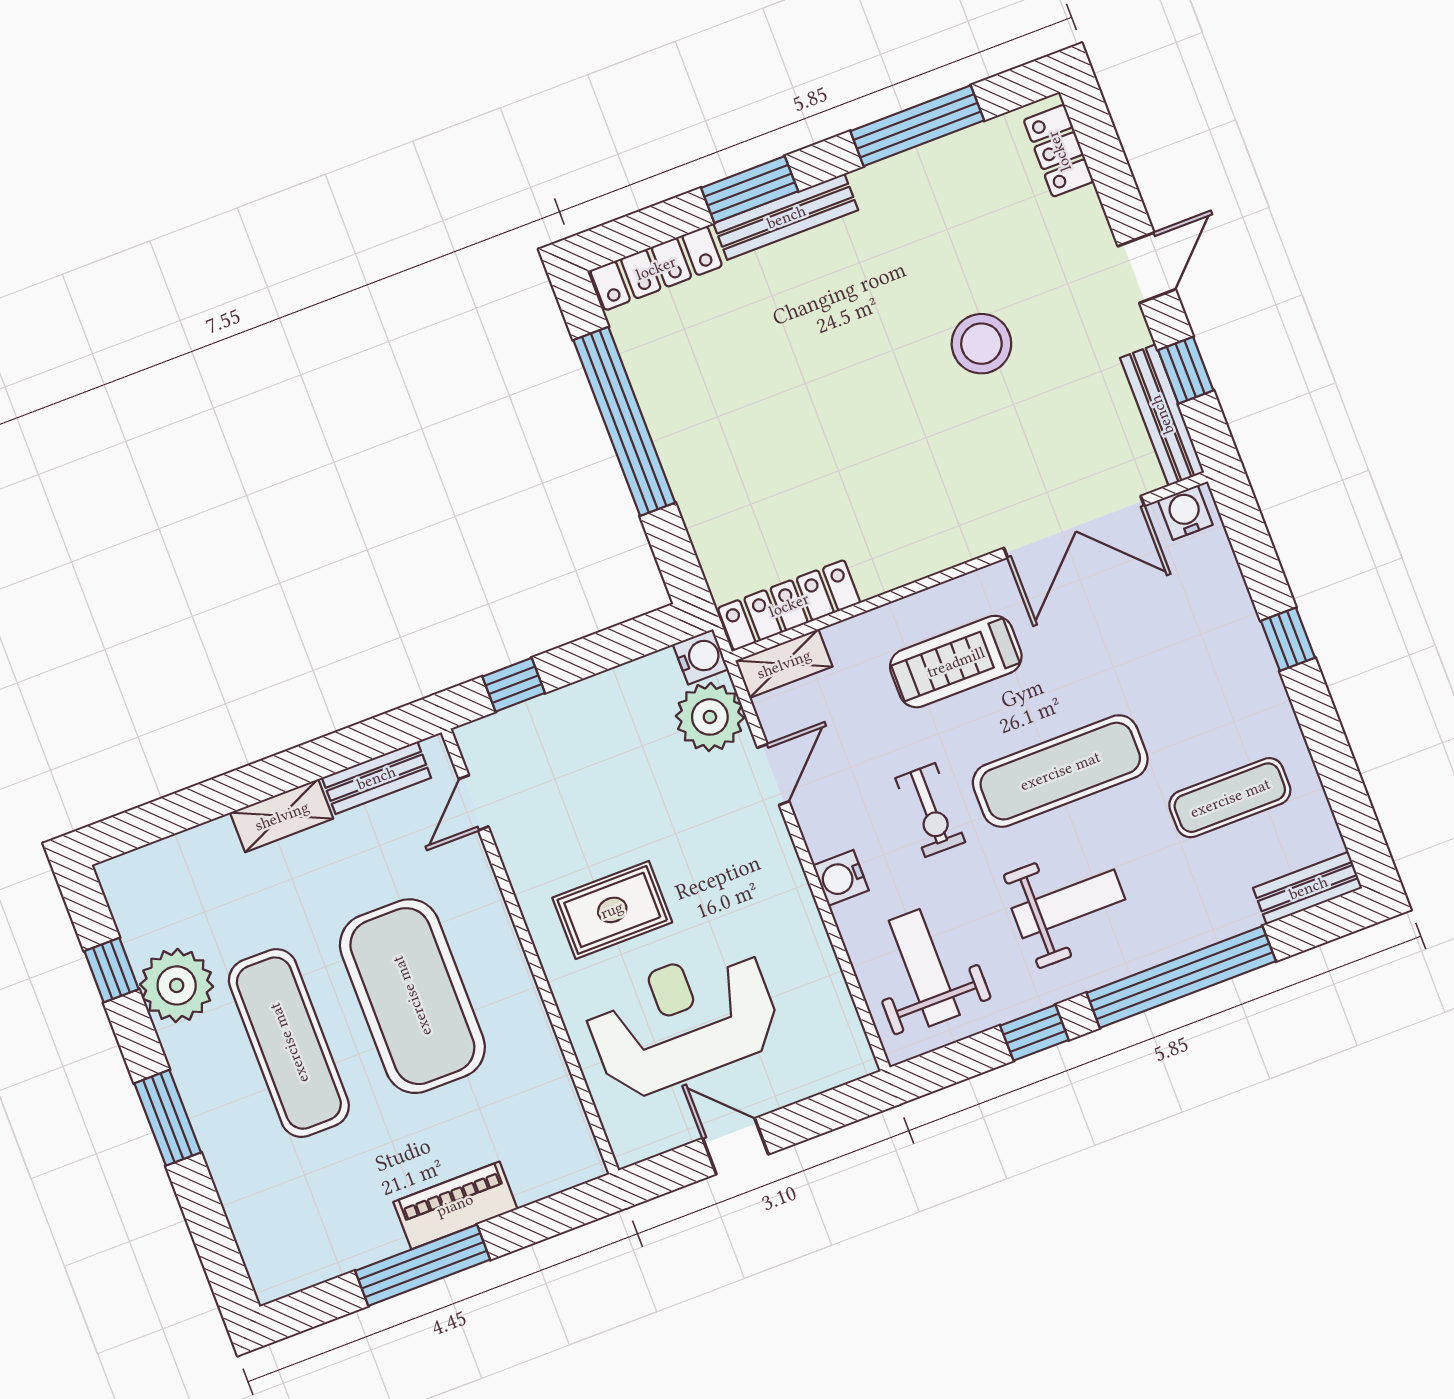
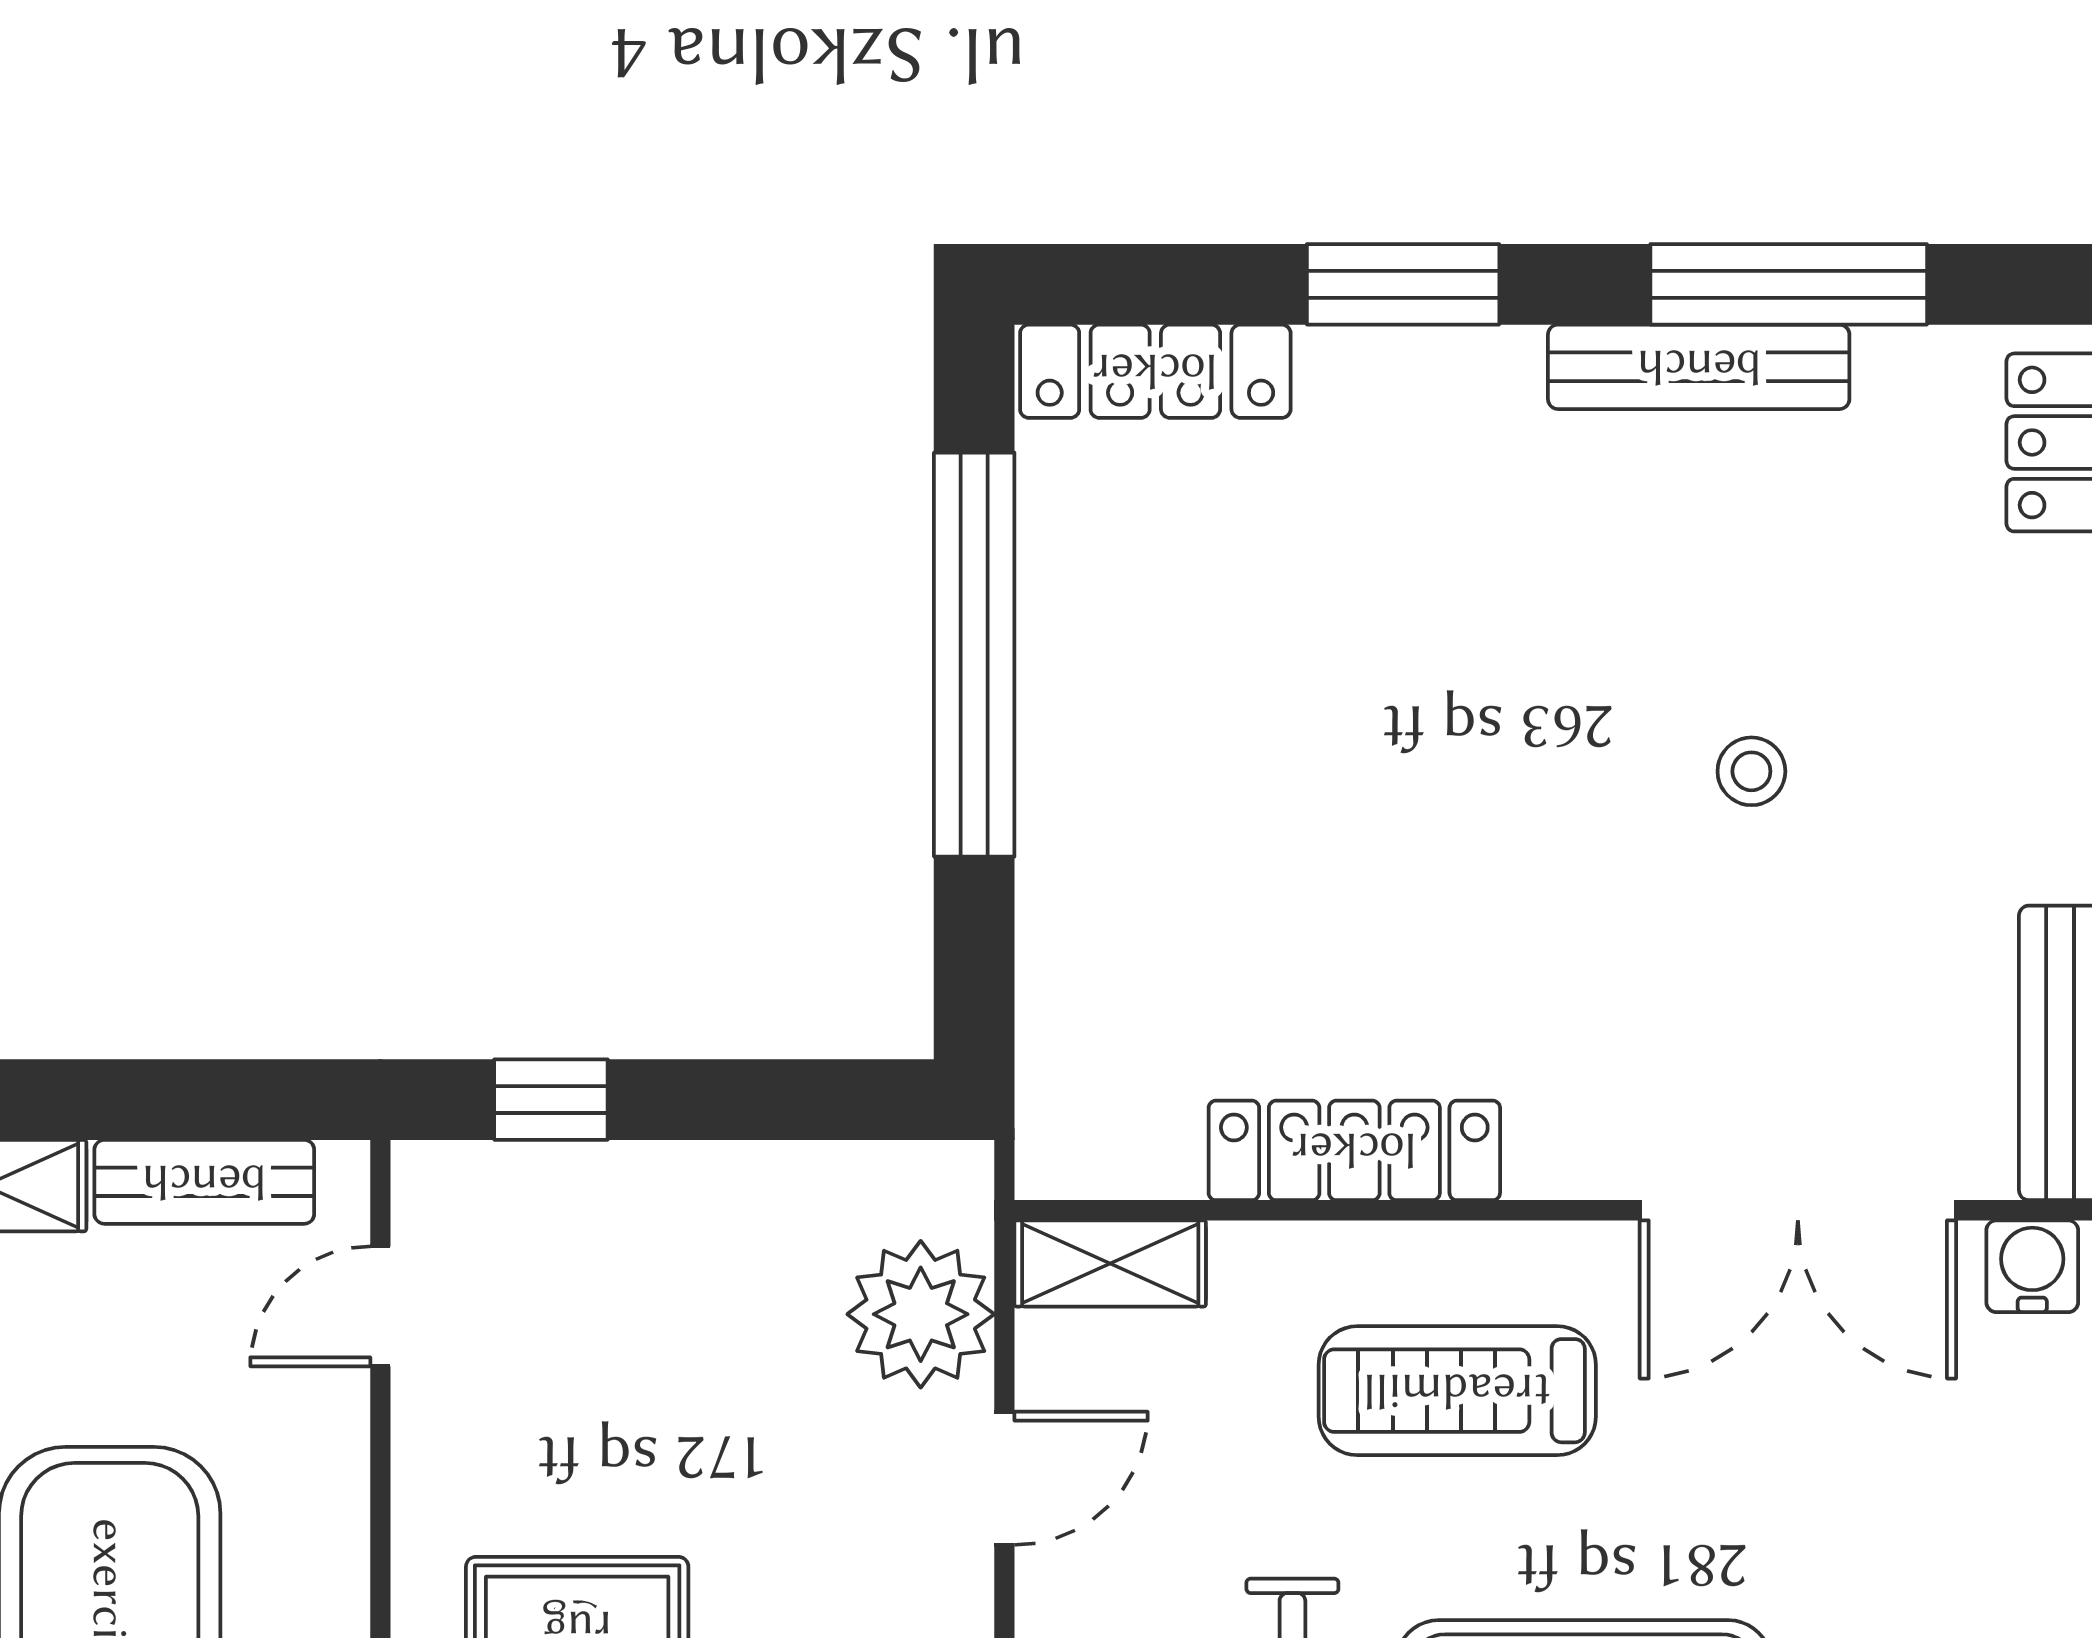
bench: (786, 217) -> (1699, 367), moved
stool: (981, 344) -> (1751, 771), width x0.53, depth x0.53
locker: (789, 605) -> (1354, 1150), moved
water cooler: (701, 657) -> (948, 1186), removed

